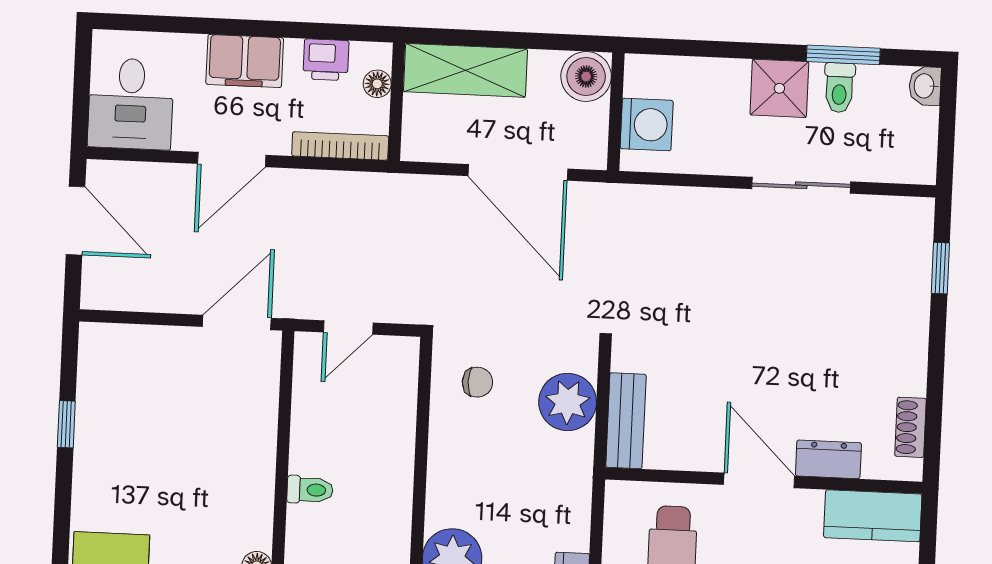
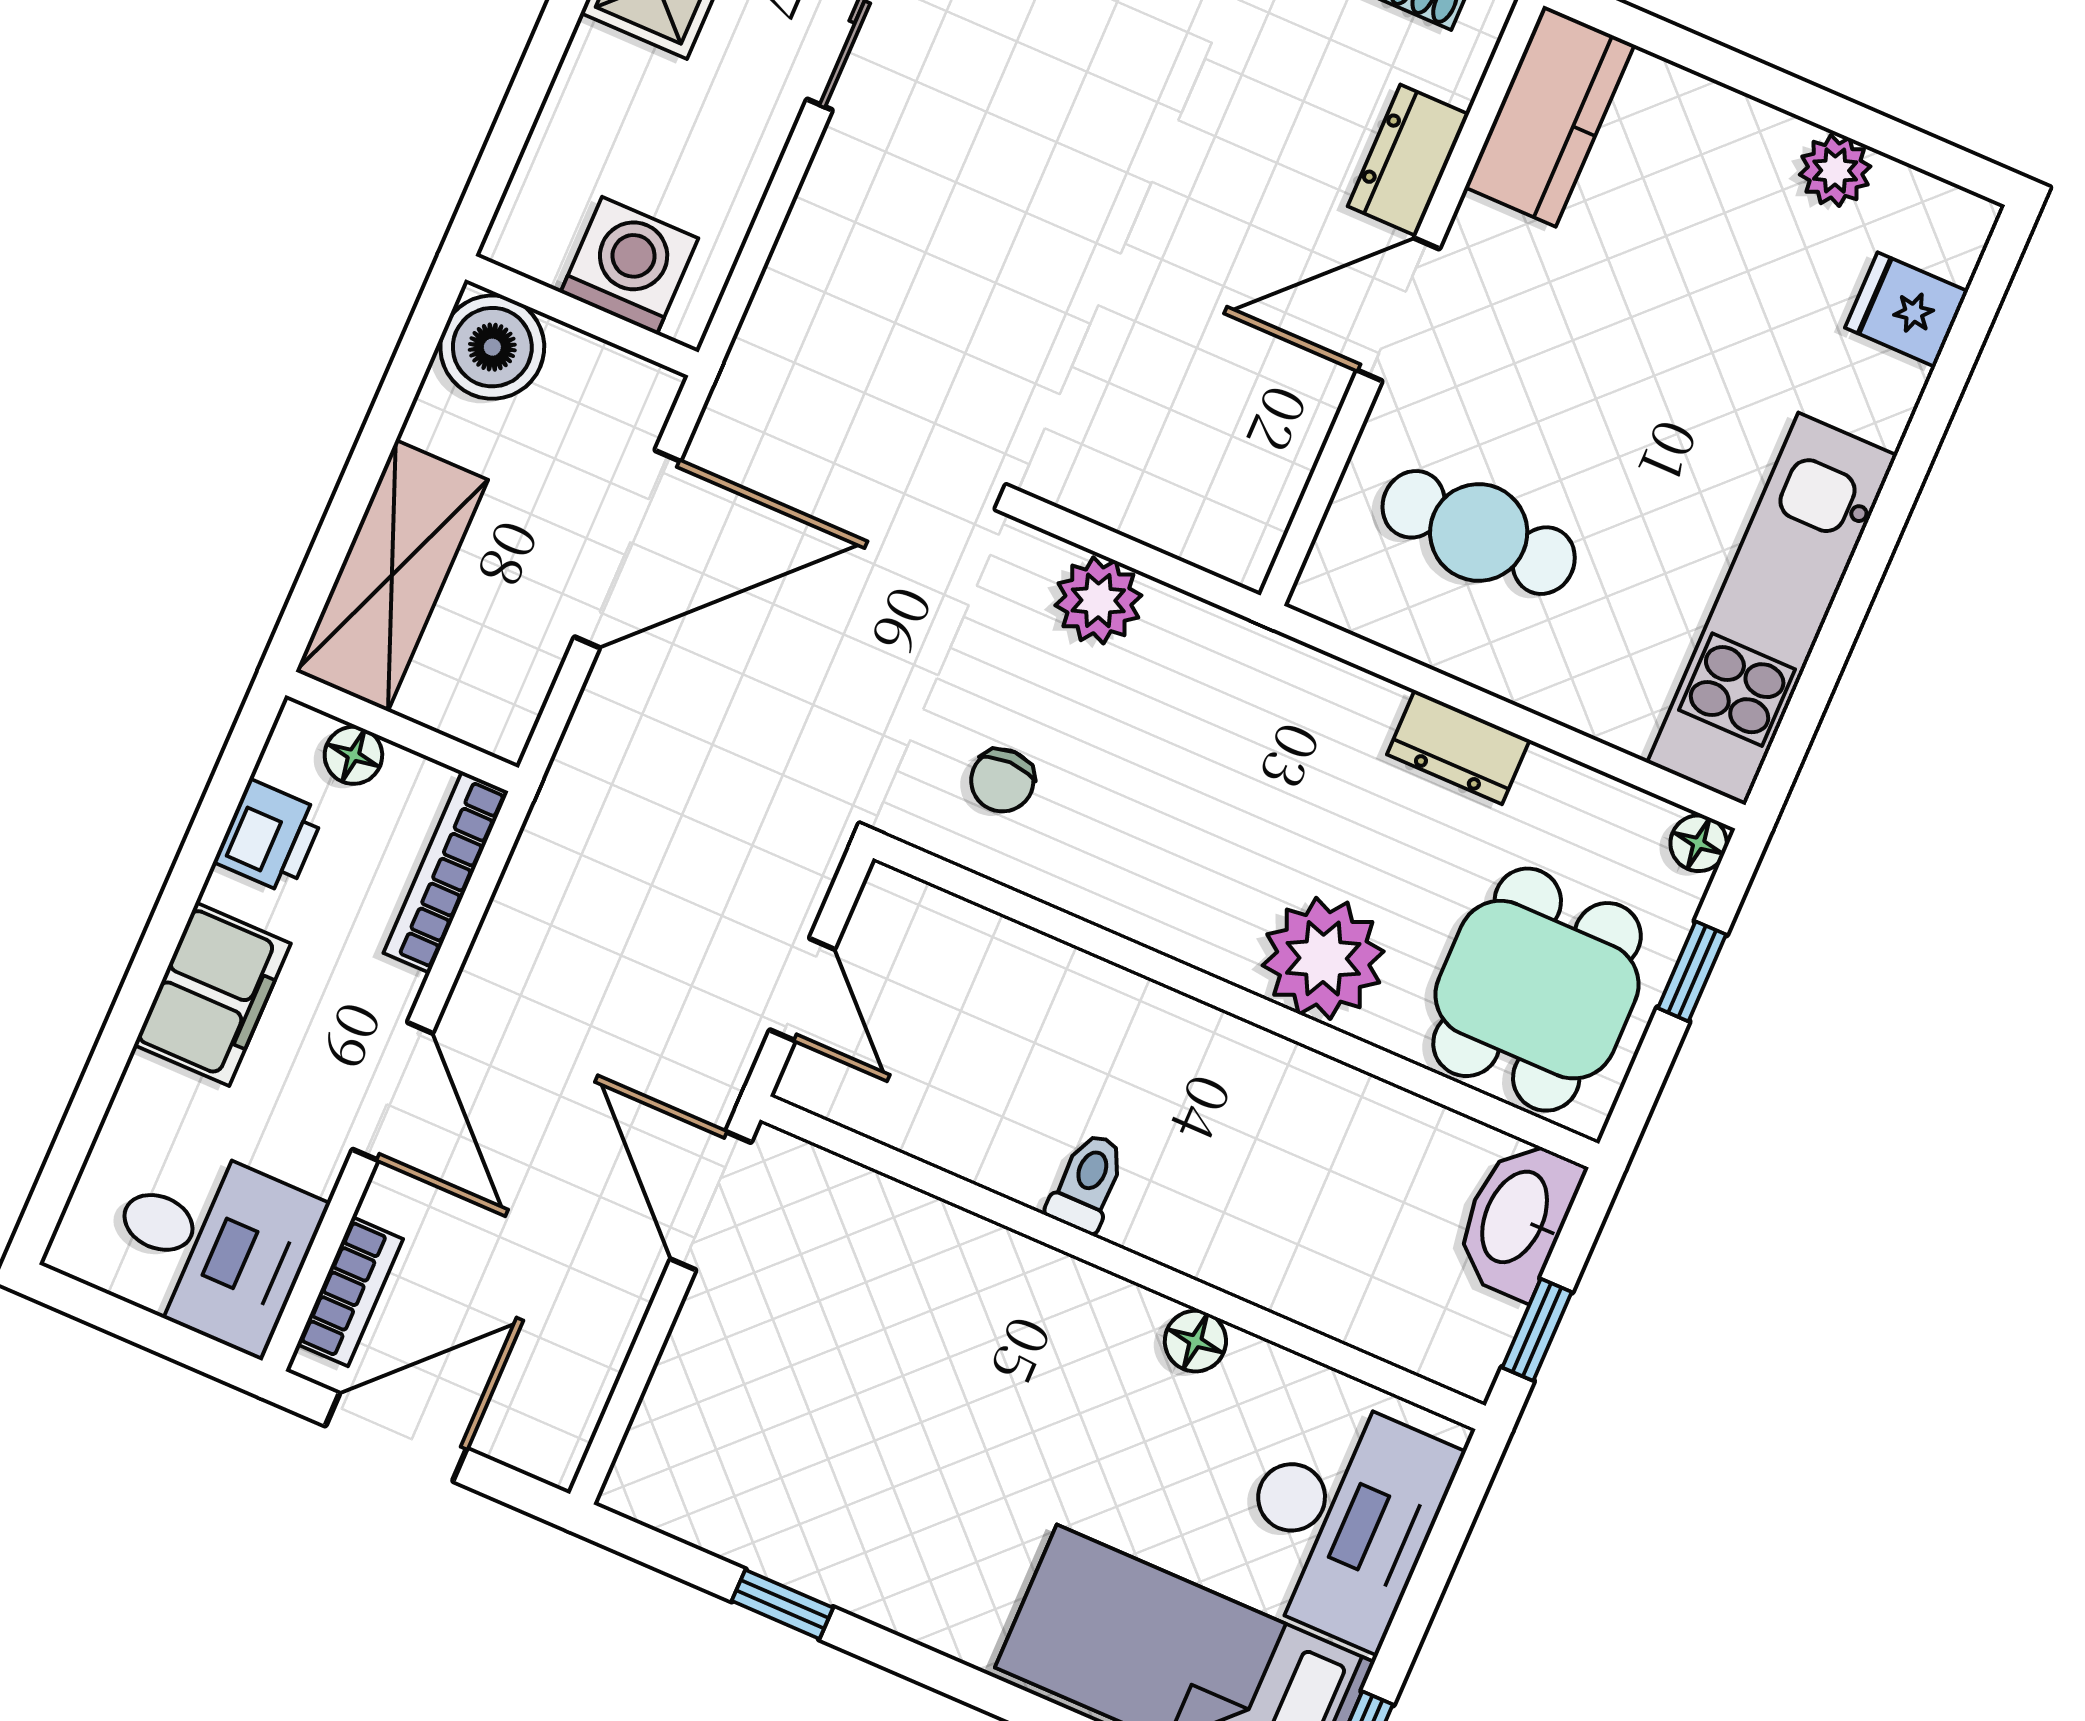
bookcase: (134, 175) -> (350, 1292), added
chair: (477, 382) -> (1002, 781), turned 180
plant: (568, 402) -> (1098, 600), width x0.73, depth x0.73
bench: (626, 421) -> (1186, 523), removed

